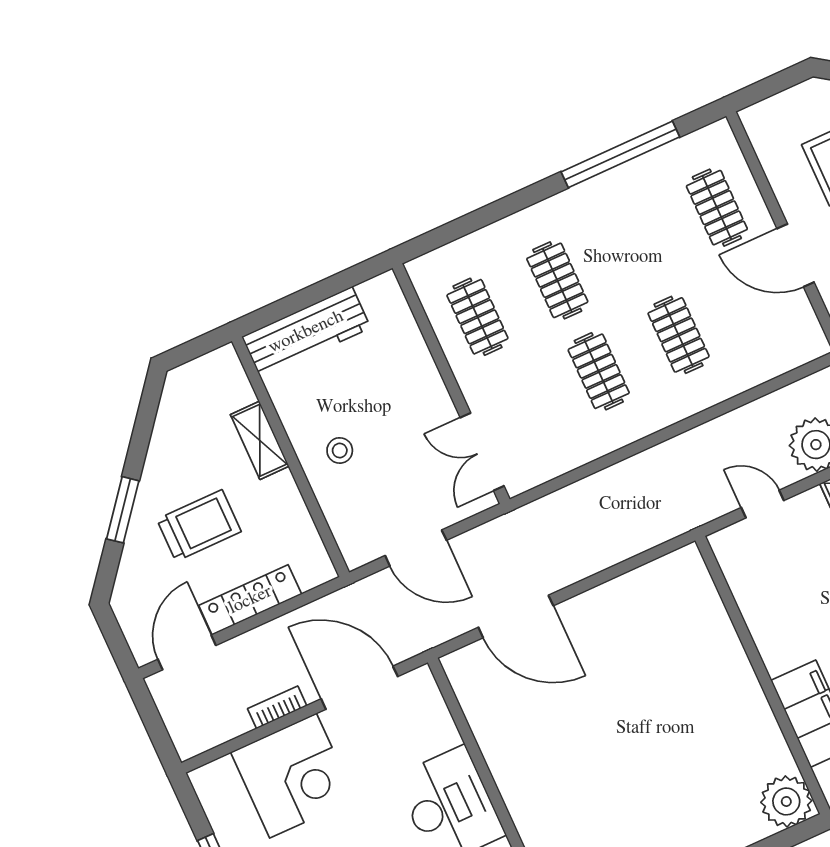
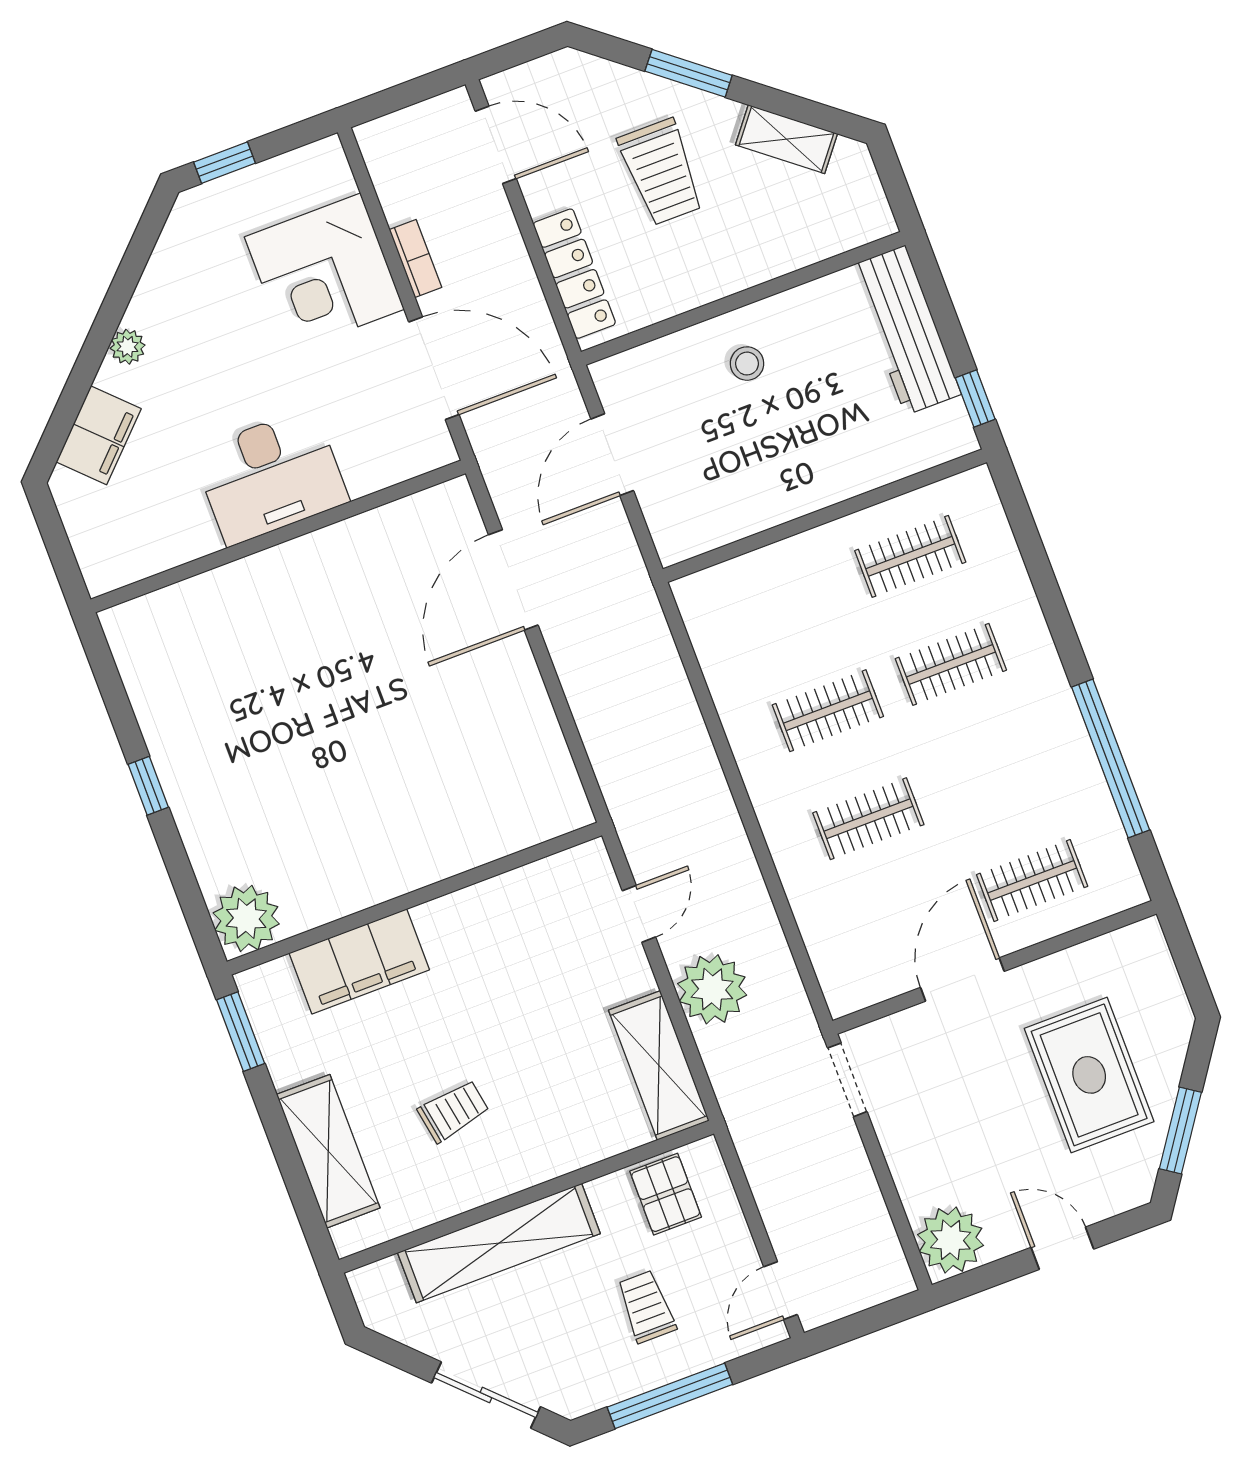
window: (354, 276) -> (975, 398), added
shelving: (260, 440) -> (786, 139), moved, turned 39
double door: (482, 452) -> (733, 550), removed
locker: (250, 600) -> (574, 274), moved
door: (359, 688) -> (434, 368), hinge flipped

